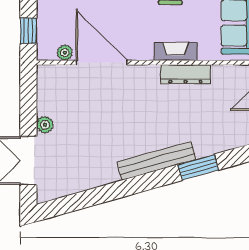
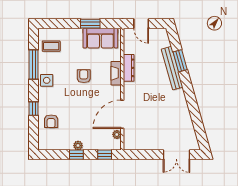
plant: (45, 125) -> (157, 145), removed
bench: (157, 161) -> (172, 68), moved

